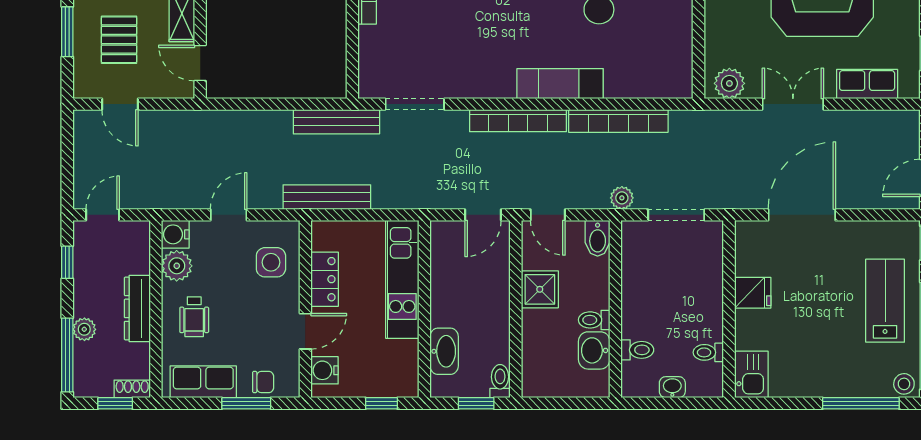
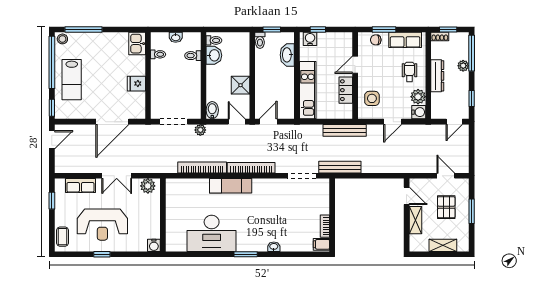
toilet: (594, 320) -> (214, 40), moved
water cooler: (325, 370) -> (310, 39), moved, turned -90

